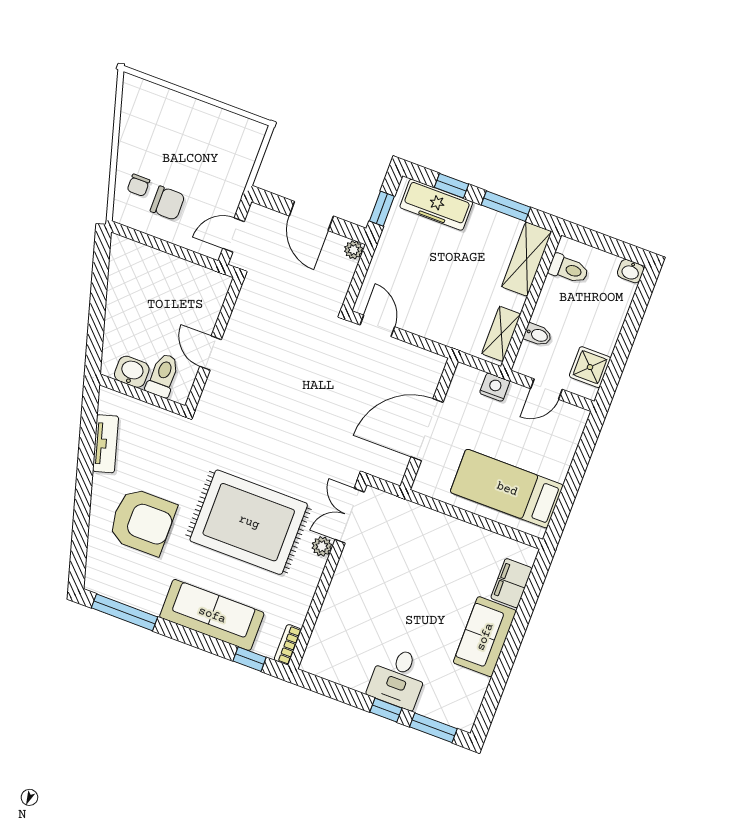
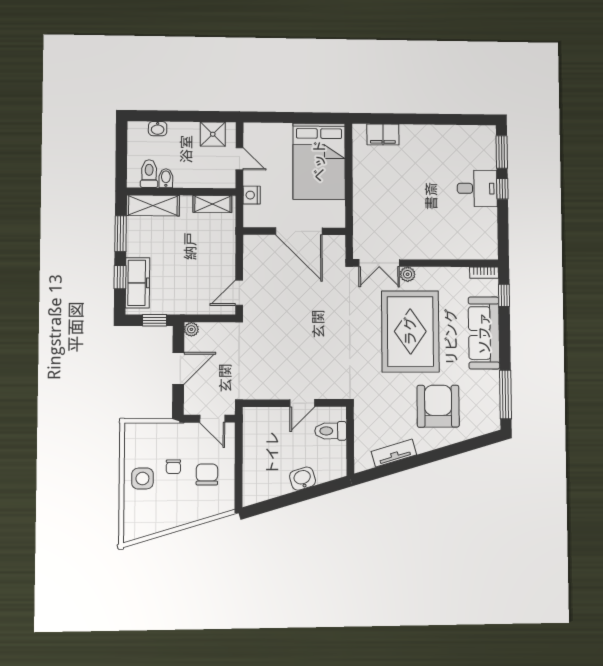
side table: (193, 123) -> (142, 479), added
chair: (138, 185) -> (173, 467), moved, turned 90
washbasin: (631, 271) -> (158, 129), moved, turned 90
bidet: (538, 335) -> (166, 178), moved
washbasin: (132, 372) -> (303, 479), moved, turned 74
bed: (507, 489) -> (319, 161), width x1.50
sofa: (485, 637) -> (426, 140), removed

